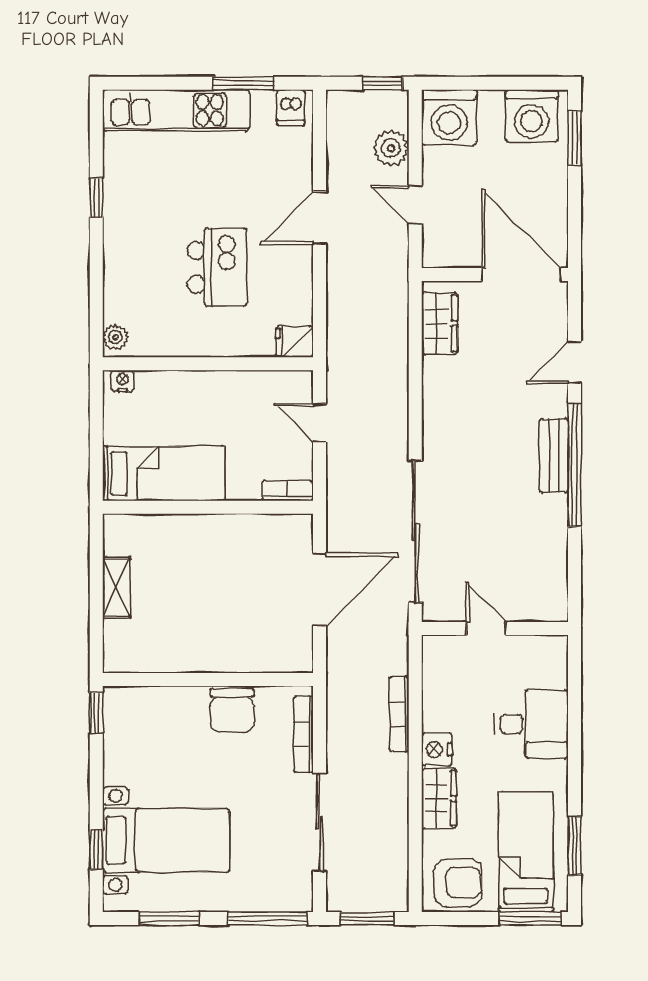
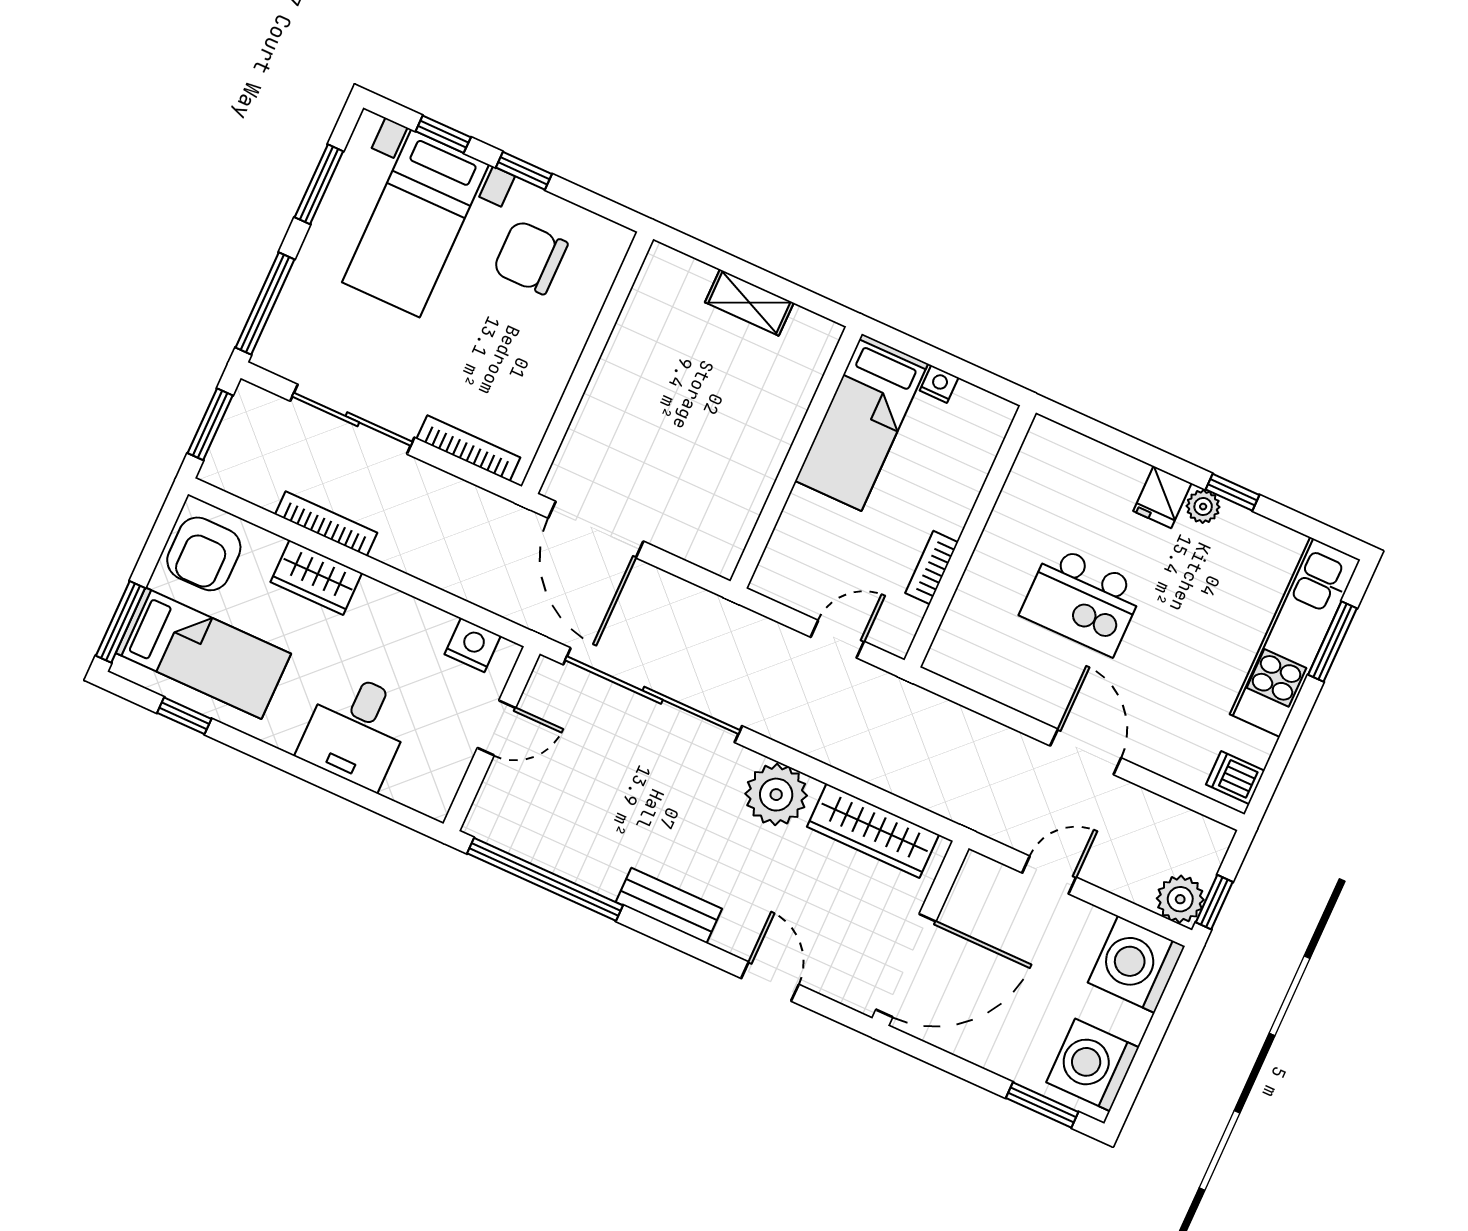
window: (243, 83) -> (1333, 641), moved
plant: (391, 148) -> (1180, 899), moved
wardrobe: (440, 323) -> (873, 831), width x1.50
plant: (115, 337) -> (1203, 507), moved
fridge: (294, 342) -> (1162, 497), moved, turned 180
nightstand: (122, 381) -> (939, 384), moved, turned -90
plant: (445, 416) -> (776, 795), added
window: (575, 465) -> (545, 879), moved
bookcase: (287, 491) -> (932, 568), moved, turned 180
door: (320, 589) -> (596, 530), moved
chair: (232, 710) -> (530, 257), moved
window: (96, 713) -> (524, 171), moved
bookcase: (399, 714) -> (326, 524), moved
nightstand: (437, 749) -> (473, 645), moved
window: (575, 846) -> (184, 716), width x0.67

